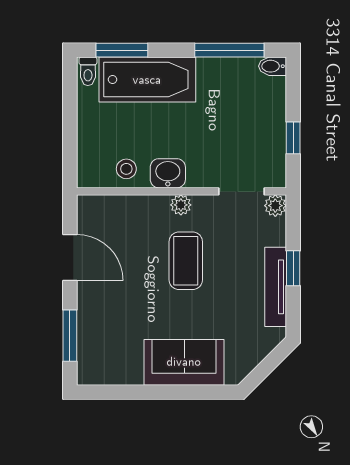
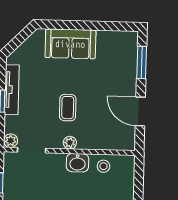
coffee table: (186, 261) -> (68, 108), width x0.73, depth x0.77

